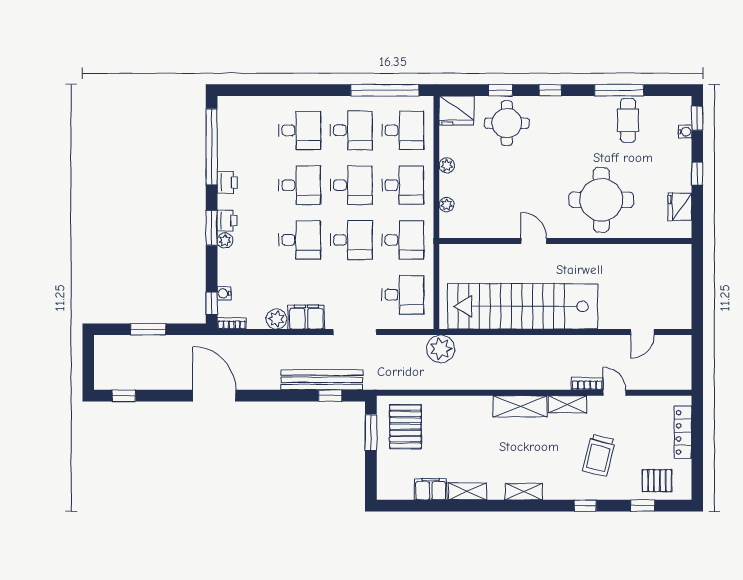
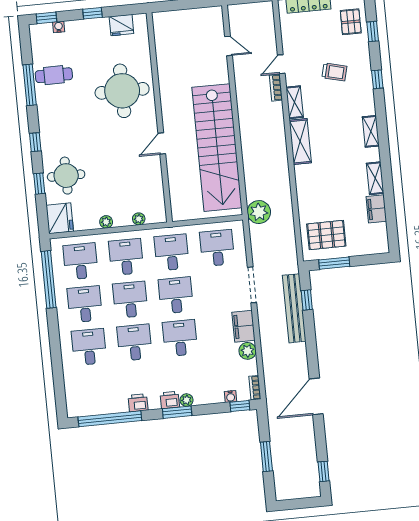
trolley: (599, 455) -> (334, 72), width x0.73, depth x0.72

